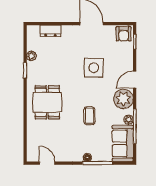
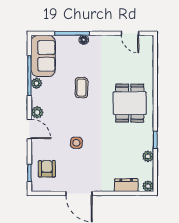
plant: (31, 30) -> (148, 186), added
armchair: (124, 34) -> (47, 169), moved
side table: (94, 68) -> (76, 143), width x0.54, depth x0.54
door: (135, 80) -> (29, 129), hinge flipped
plant: (123, 99) -> (37, 112), width x0.53, depth x0.53

